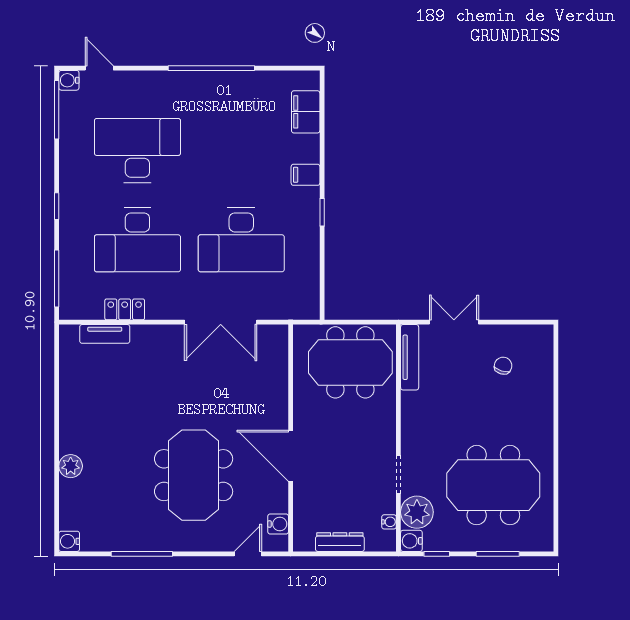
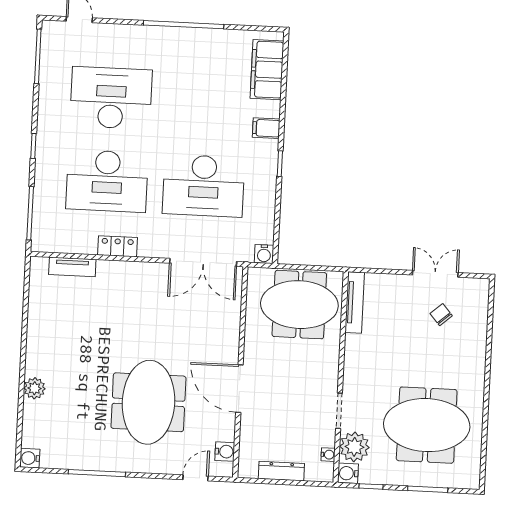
water cooler: (69, 80) -> (264, 254), moved, turned -90
filing cabinet: (306, 112) -> (267, 70), width x1.50, depth x1.17
locker: (125, 309) -> (117, 246), moved
double door: (221, 322) -> (203, 262), moved
double door: (454, 322) -> (435, 274), moved
chair: (503, 366) -> (441, 315), turned -58

